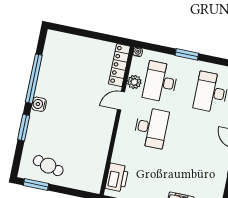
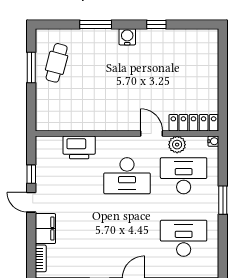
window: (34, 79) -> (156, 24), width x0.32
printer: (117, 177) -> (79, 147), moved
window: (36, 185) -> (31, 67), moved

